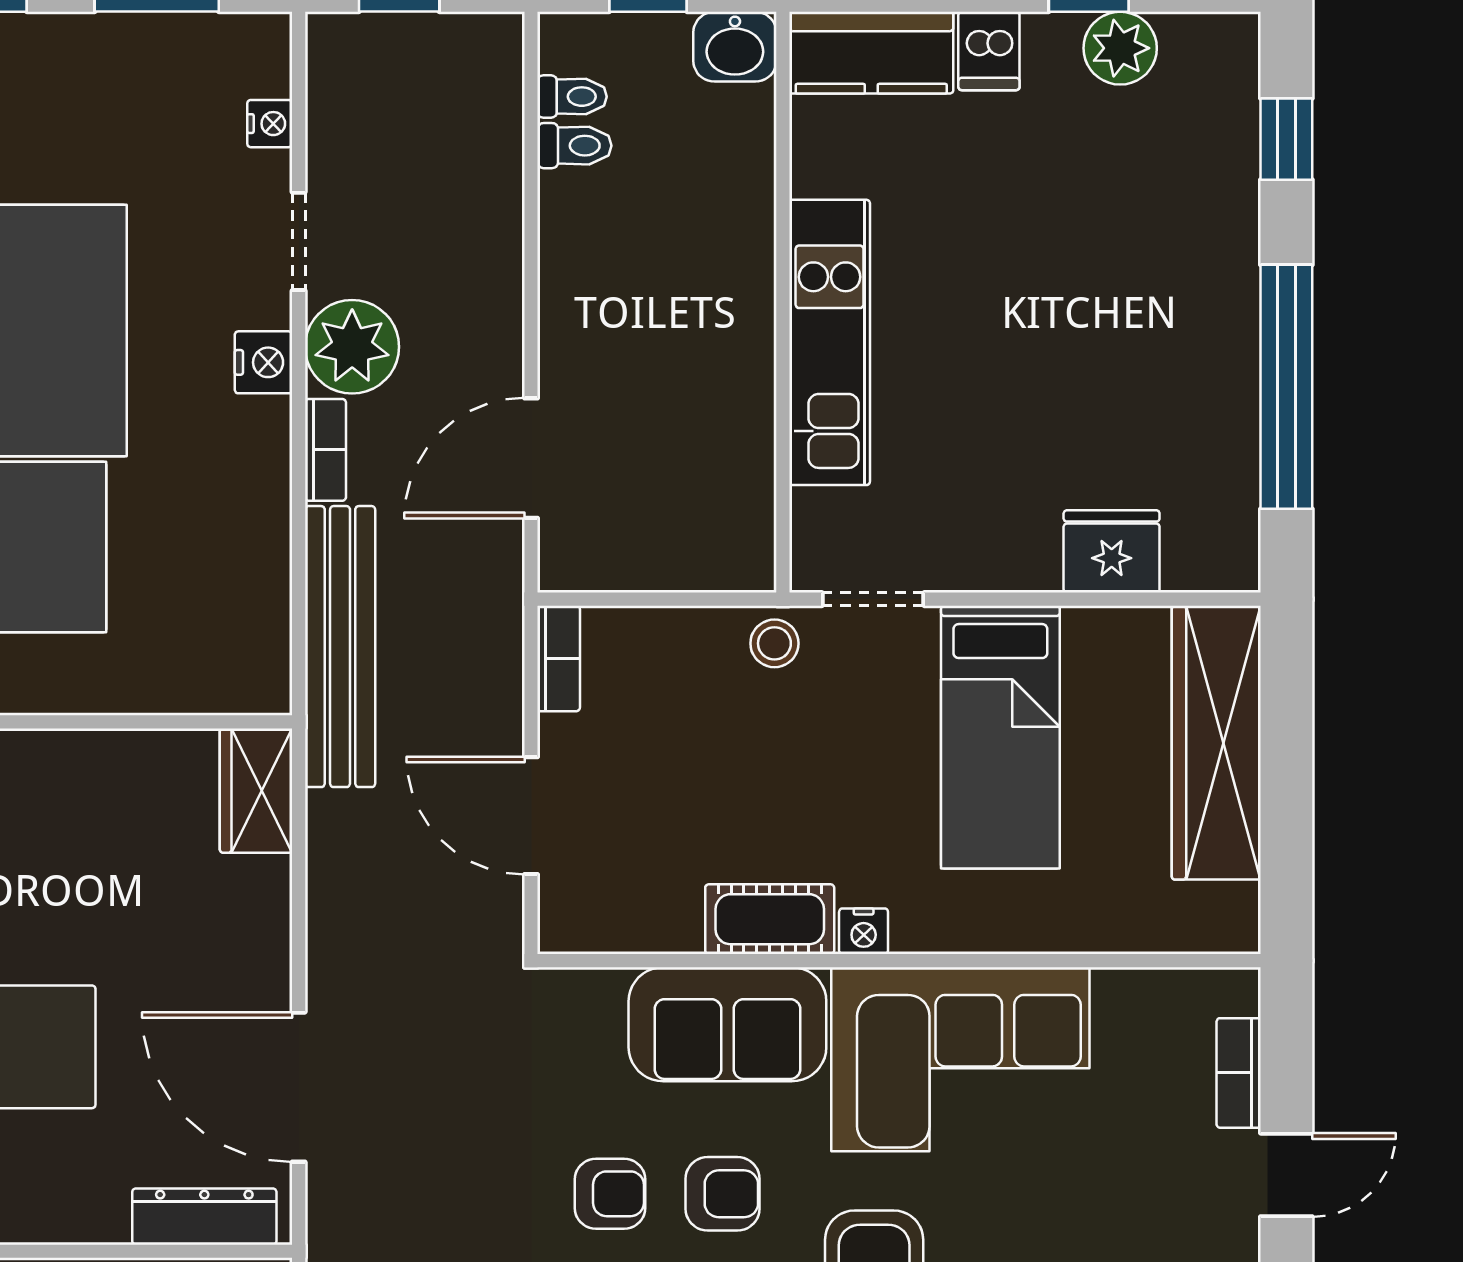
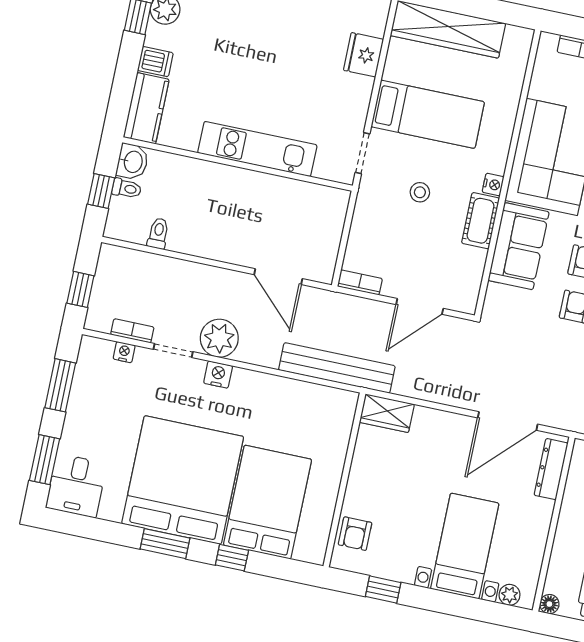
toilet: (572, 97) -> (127, 189), moved, turned 90
bookcase: (325, 450) -> (132, 331), moved
stool: (774, 643) -> (420, 192), moved

